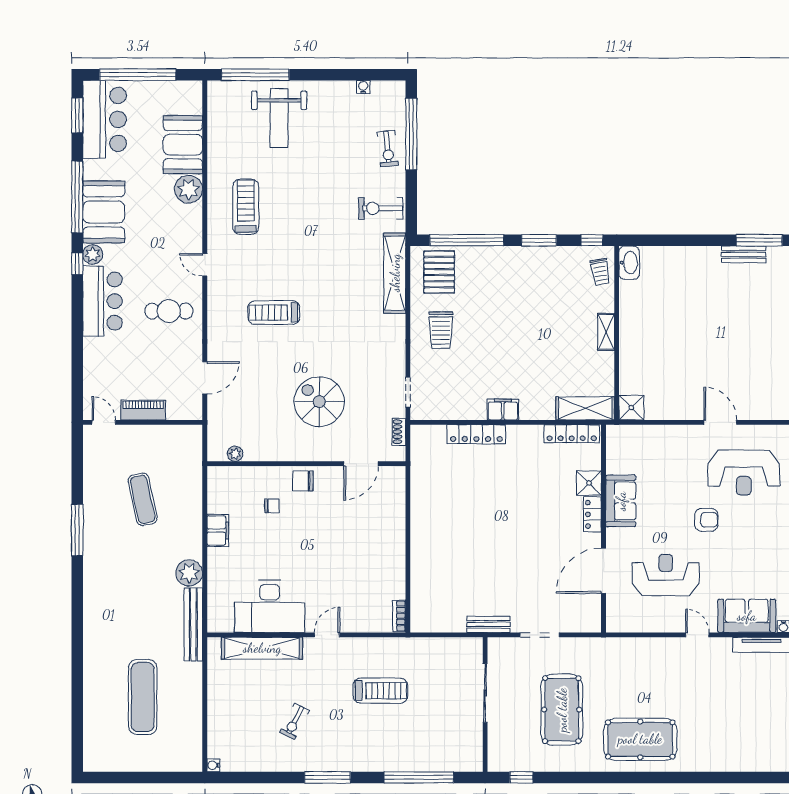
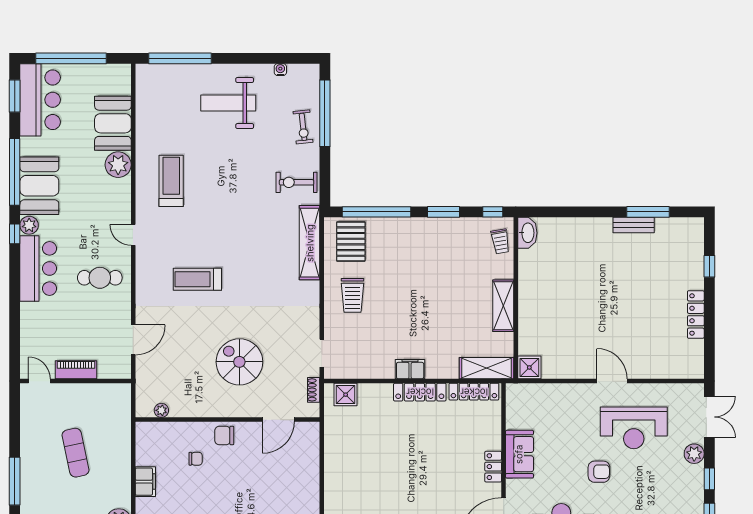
weight bench: (279, 118) -> (228, 103), moved, turned 90
shelving: (606, 332) -> (503, 306), width x1.50, depth x1.33
locker: (476, 434) -> (420, 392), moved
shower: (589, 483) -> (346, 395), moved

